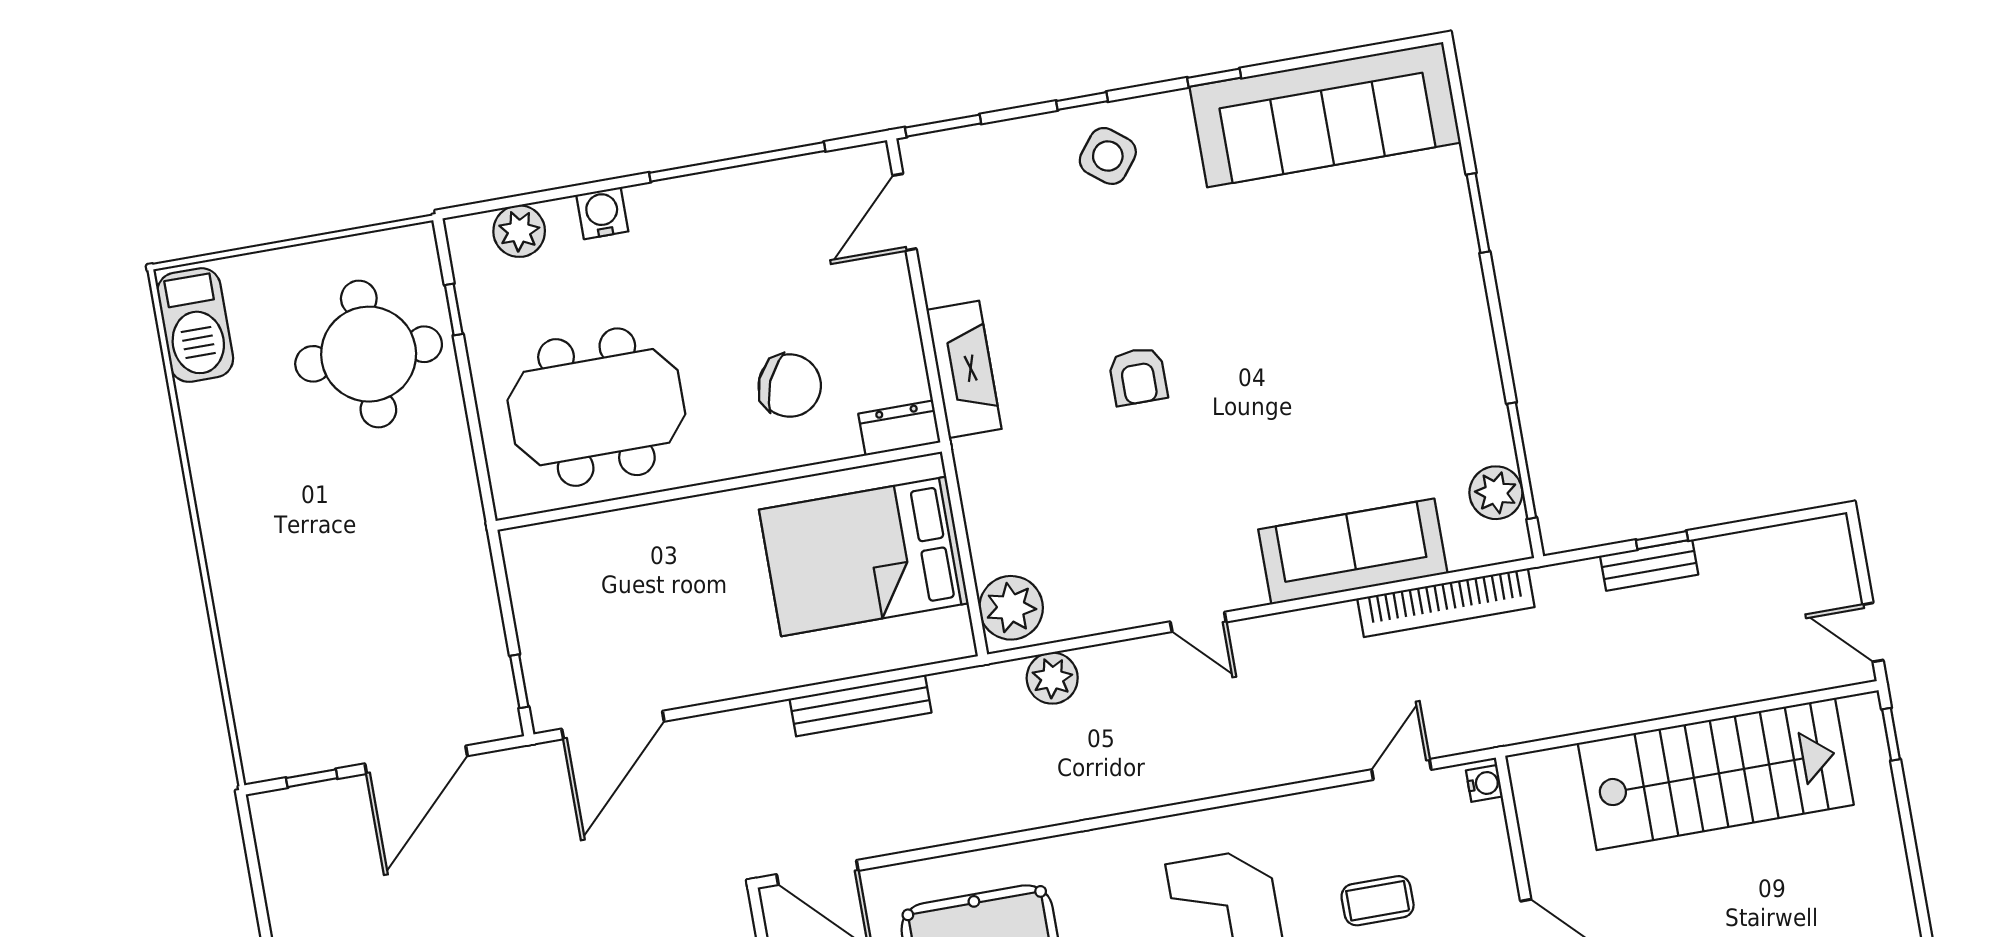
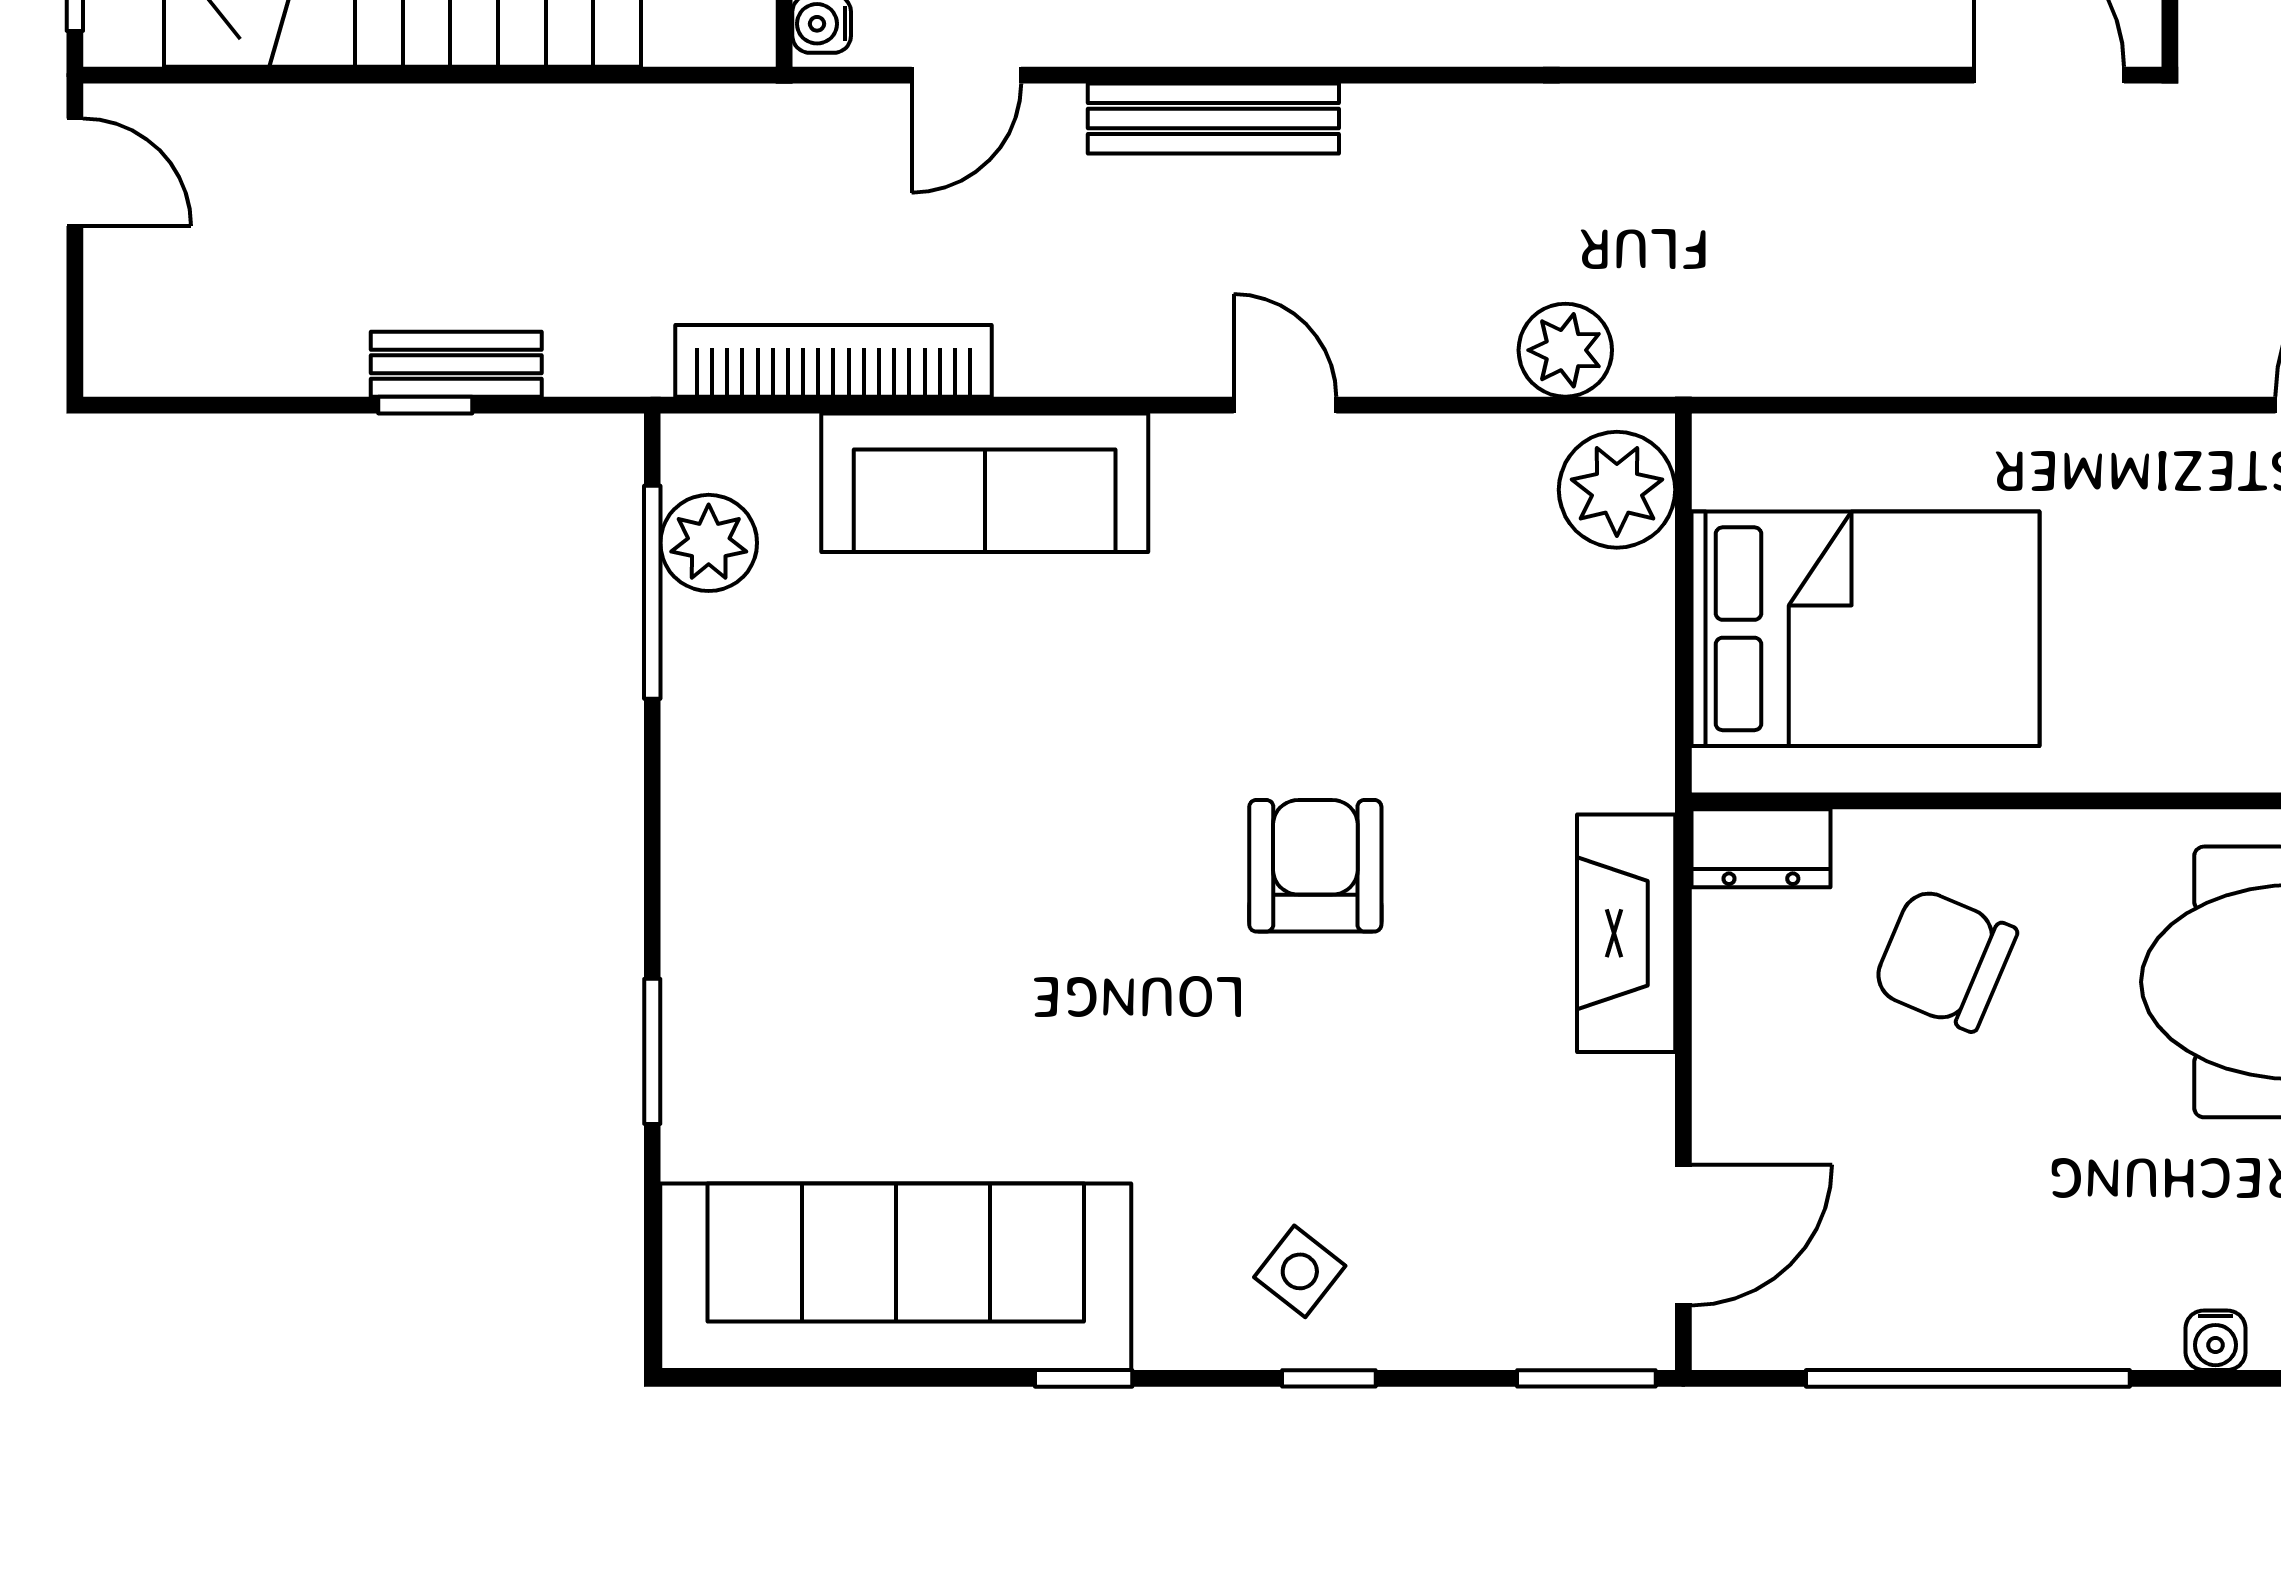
side table: (1108, 156) -> (1300, 1271), width x0.73, depth x0.73
water cooler: (602, 213) -> (2216, 1340), width x0.72, depth x0.72
armchair: (1138, 376) -> (1315, 866), width x1.38, depth x1.38
bench: (860, 706) -> (1213, 119), moved

